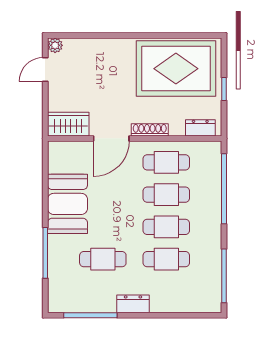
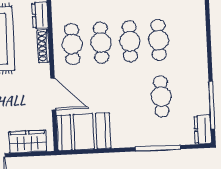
wardrobe: (68, 124) -> (28, 142), moved, turned 90
shoe rack: (150, 130) -> (43, 46), moved
booth: (67, 204) -> (84, 132), moved
dresser: (133, 304) -> (203, 130), moved

